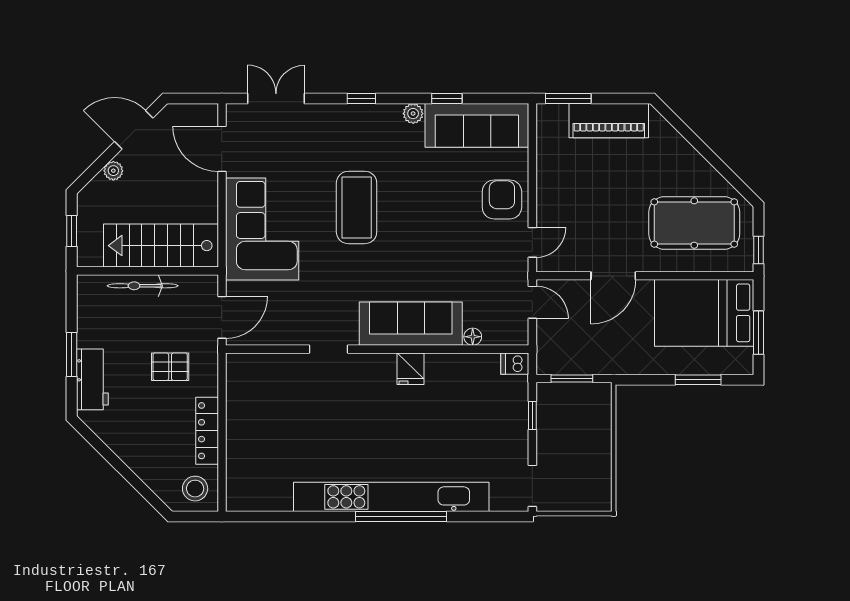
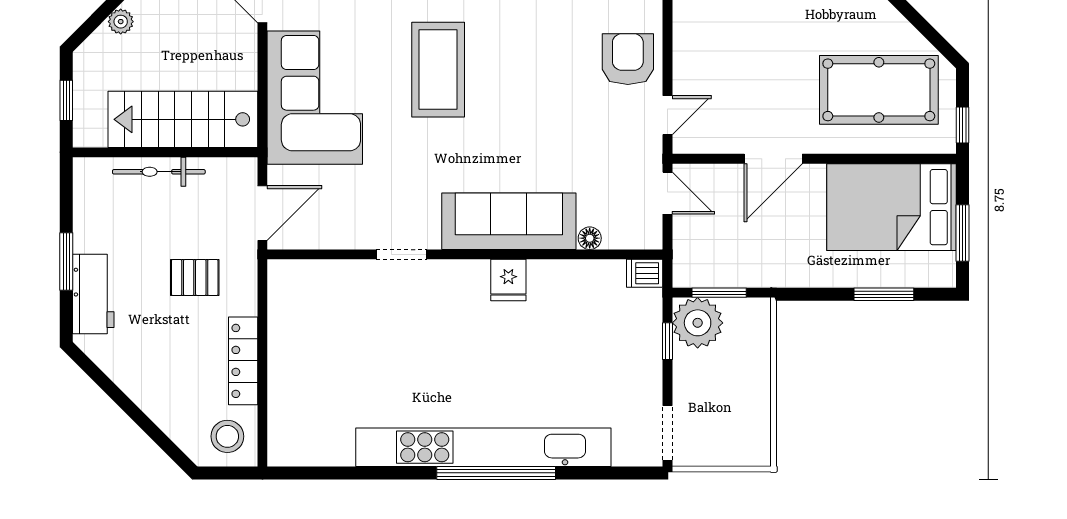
plant: (555, 401) -> (698, 323), added

